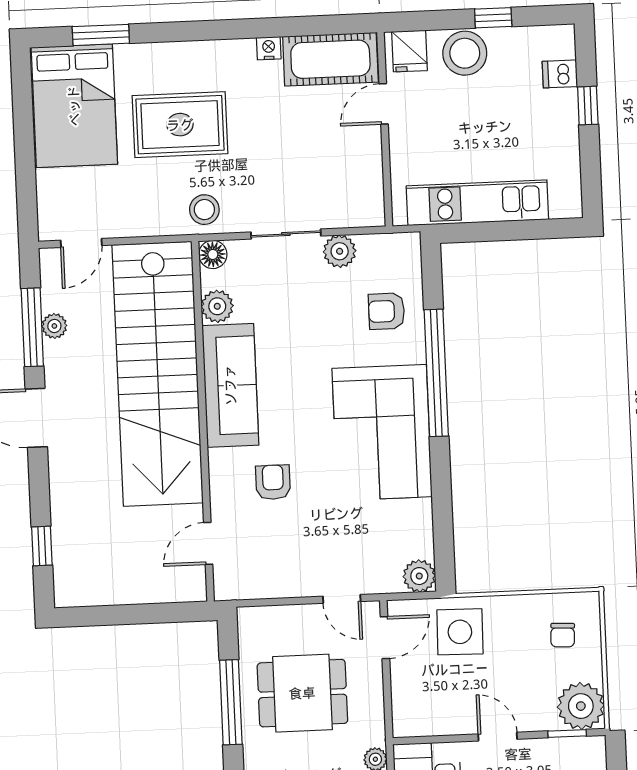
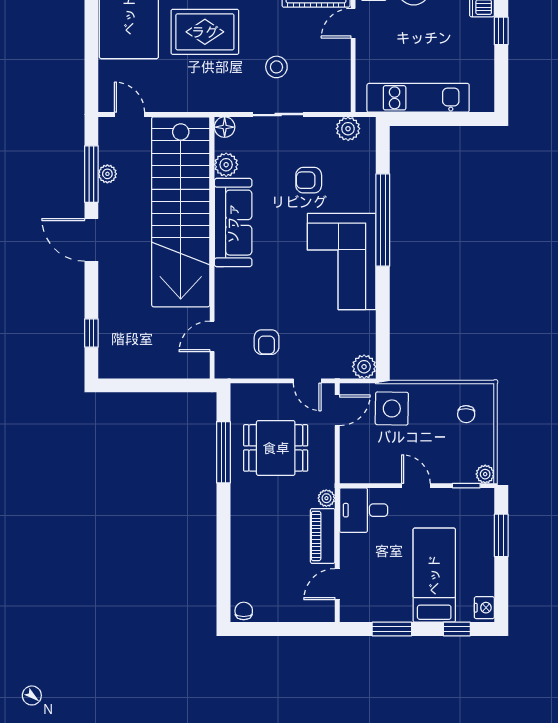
stool: (204, 210) -> (276, 67), moved
door: (81, 243) -> (130, 115), swing flipped
plant: (340, 251) -> (348, 129), moved
armchair: (387, 311) -> (309, 180), moved
armchair: (273, 482) -> (267, 342), moved, turned 180
plant: (581, 706) -> (485, 474), width x0.53, depth x0.53

